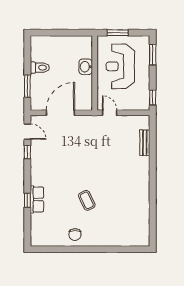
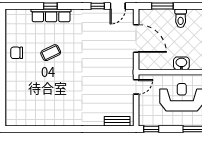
bench: (145, 143) -> (117, 121), moved
row of seats: (37, 199) -> (51, 15), width x1.48
coffee table: (87, 200) -> (51, 53), moved

